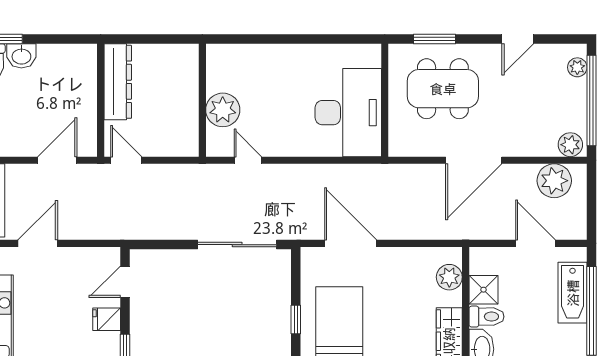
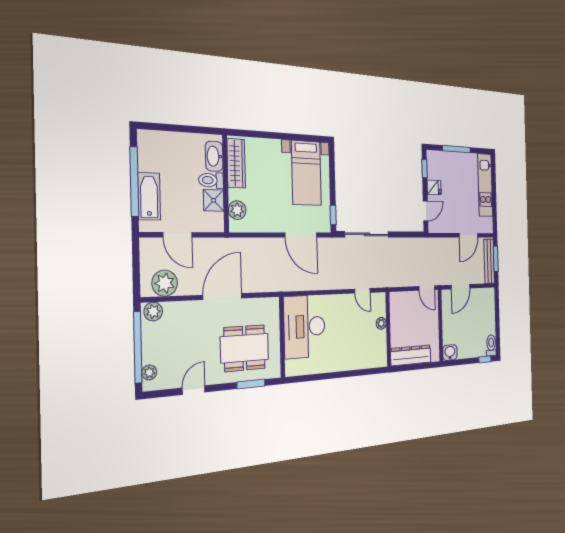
washbasin: (21, 56) -> (450, 353), moved
dresser: (118, 82) -> (411, 355), moved, turned 90
plant: (223, 110) -> (381, 323), width x0.53, depth x0.53
window: (296, 320) -> (333, 215), moved

